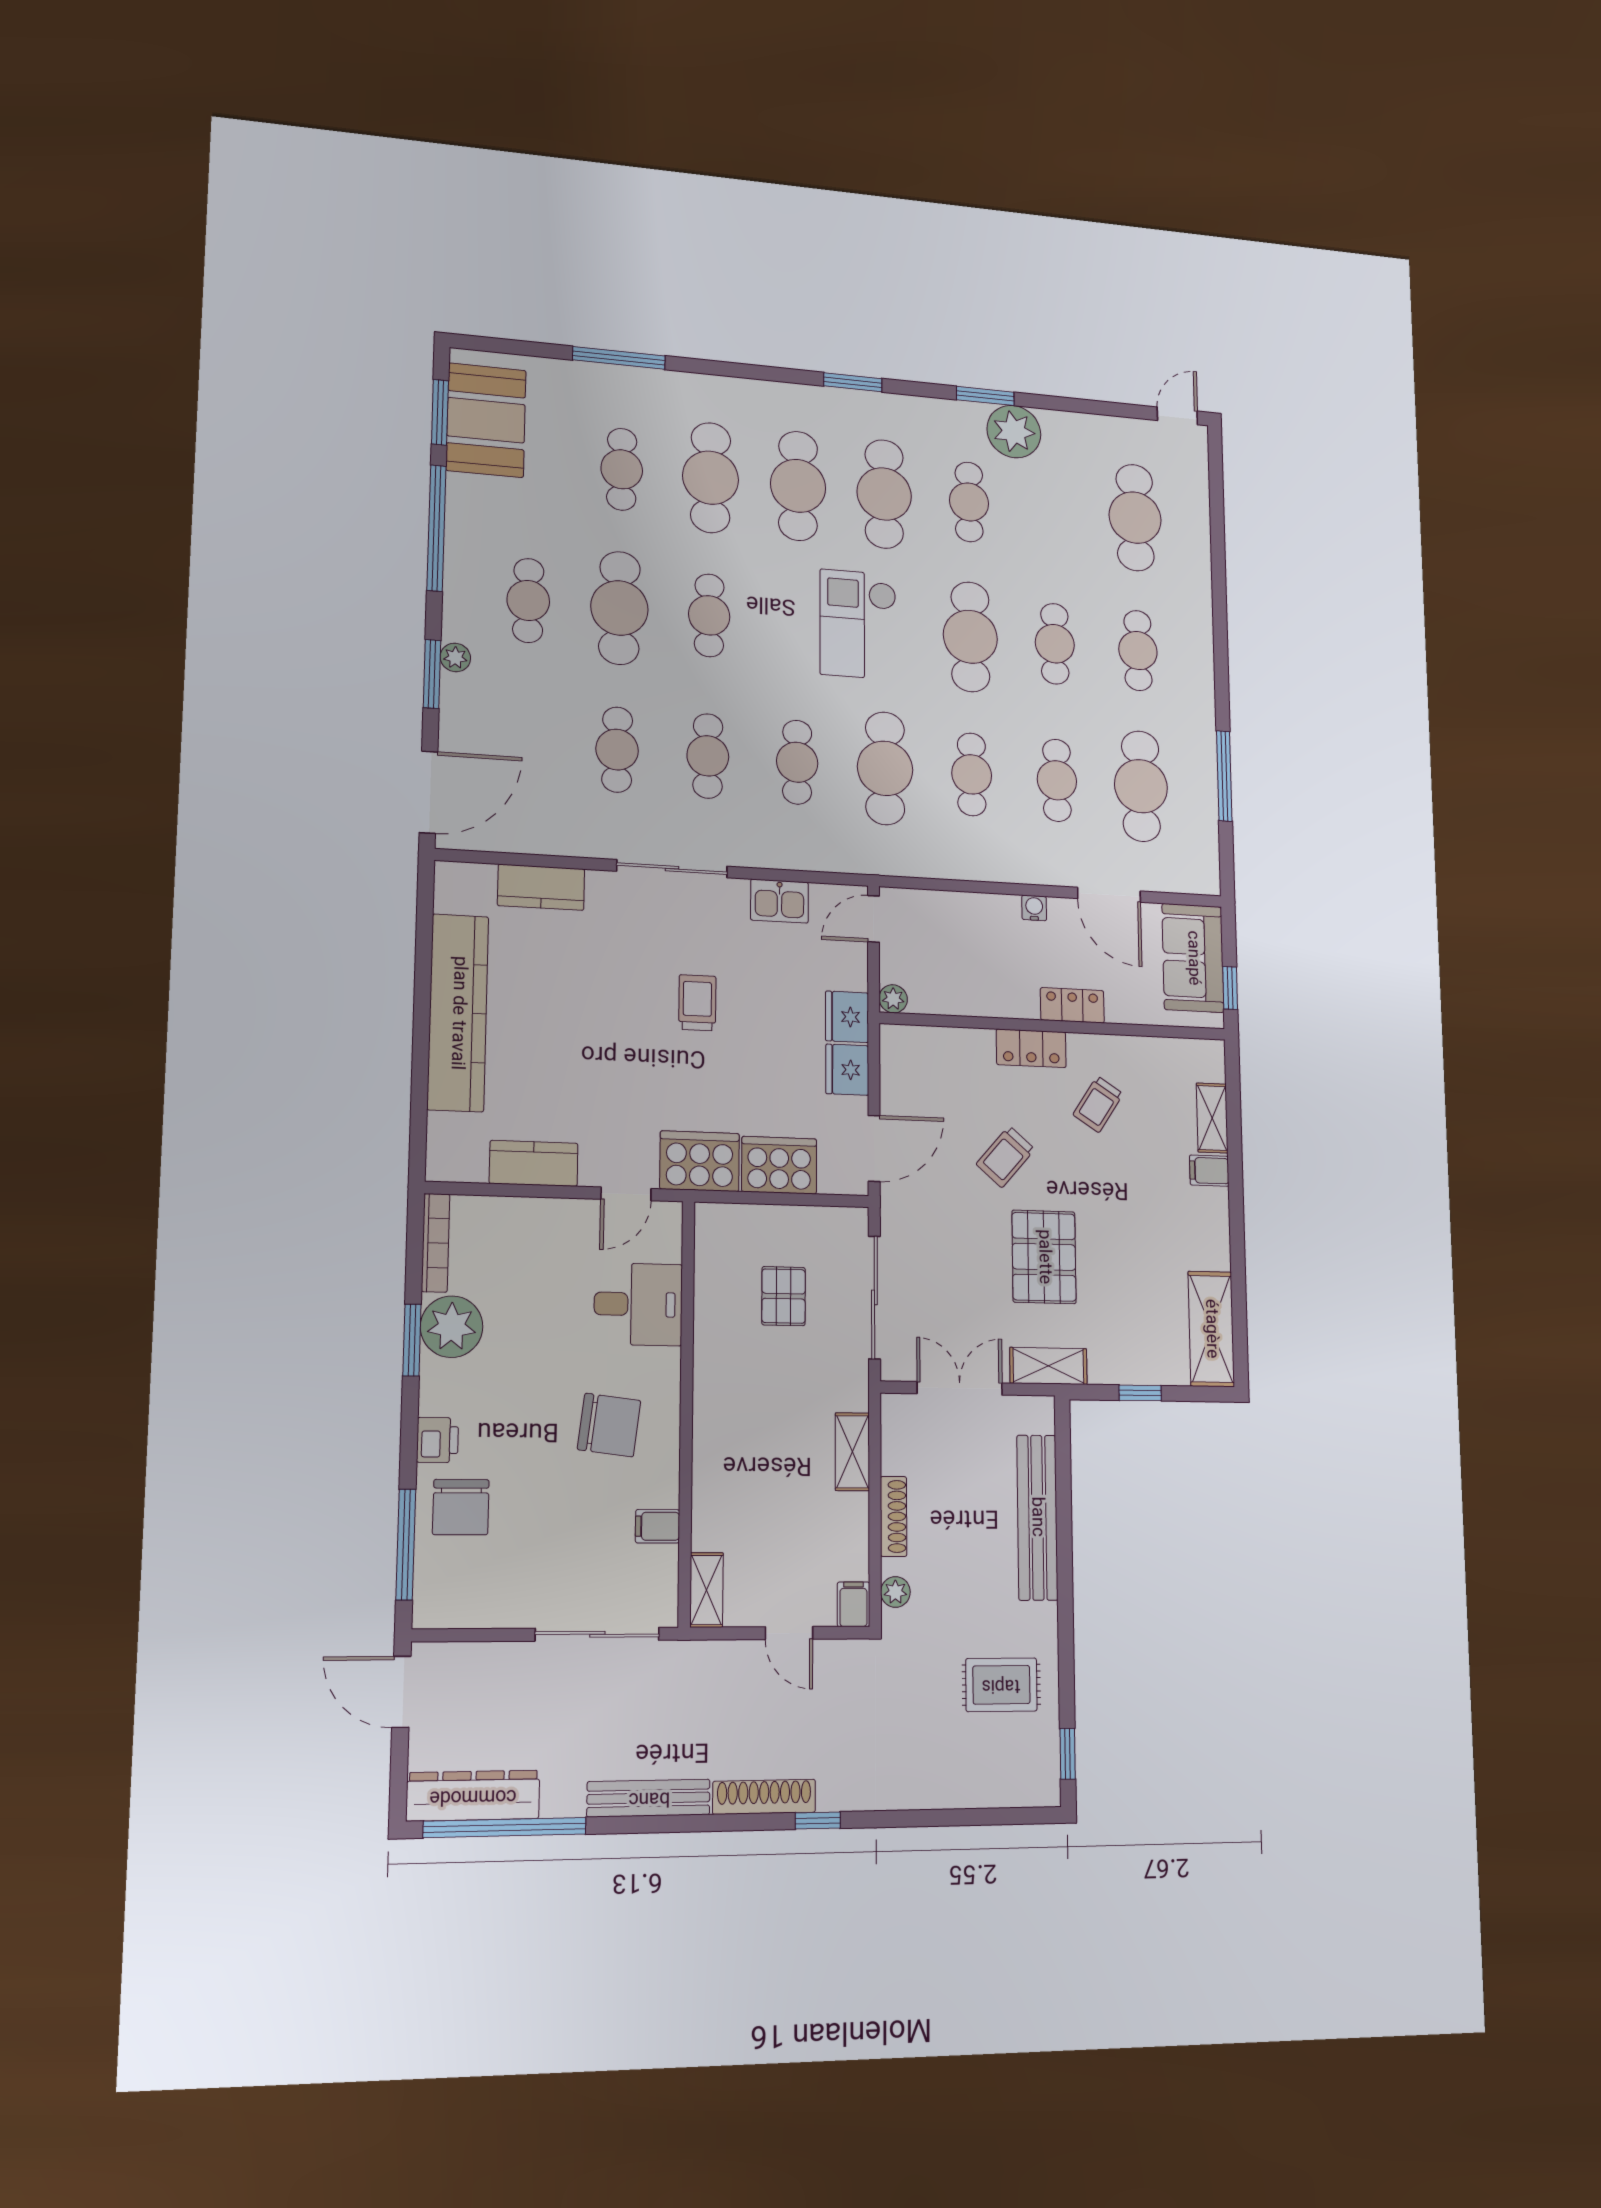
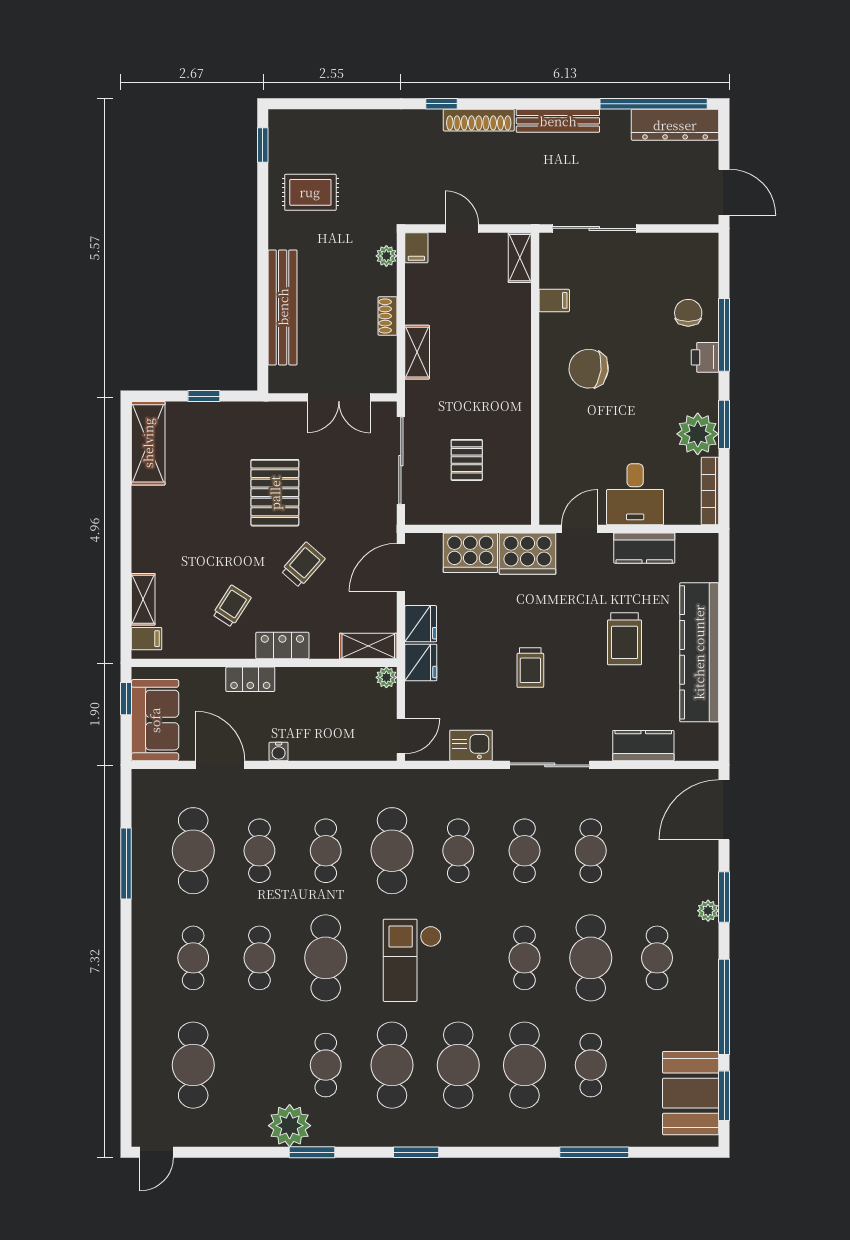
checkout: (858, 624) -> (412, 960), turned 180
trolley: (565, 1036) -> (625, 639), added
filing cabinet: (1209, 1171) -> (147, 639), moved
desk: (638, 1304) -> (635, 494), moved, turned -90
shelving: (1048, 1366) -> (368, 646), moved
chair: (461, 1507) -> (688, 313), width x0.73, depth x0.73
shoe rack: (894, 1516) -> (388, 316), width x0.70
window: (406, 1545) -> (724, 335), moved

